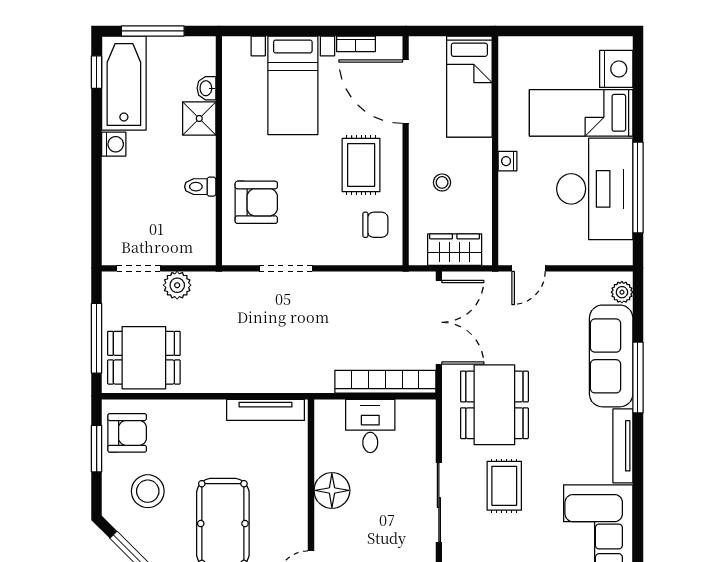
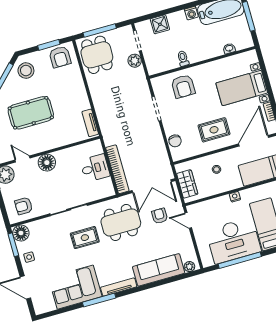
shower: (199, 118) -> (160, 24), moved
chair: (375, 225) -> (175, 141), moved
armchair: (503, 323) -> (160, 216), added
window: (638, 378) -> (99, 300), moved
tv unit: (266, 410) -> (90, 123), width x0.71
floor lamp: (332, 490) -> (47, 163), moved
stool: (148, 491) -> (26, 71), moved

